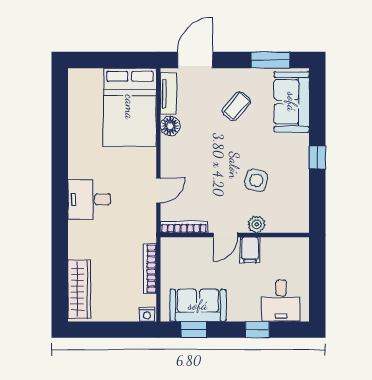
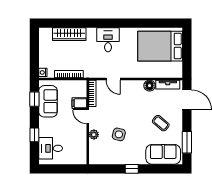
bed: (130, 107) -> (160, 46), moved
filing cabinet: (250, 250) -> (79, 103), moved
wardrobe: (79, 289) -> (69, 34), moved

